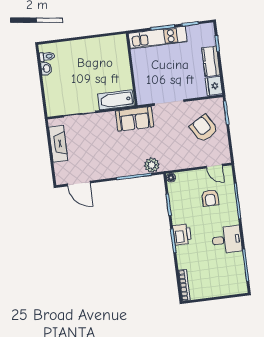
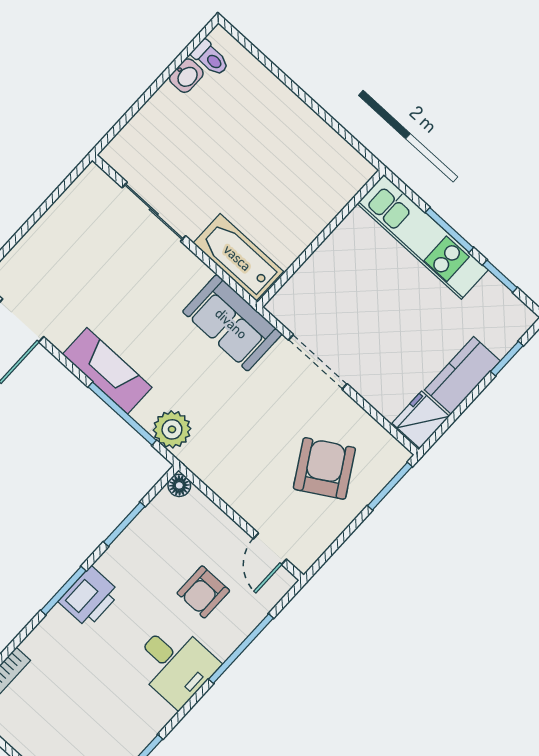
fireplace: (58, 144) -> (107, 371), moved, turned -90
desk: (227, 240) -> (175, 664), moved

